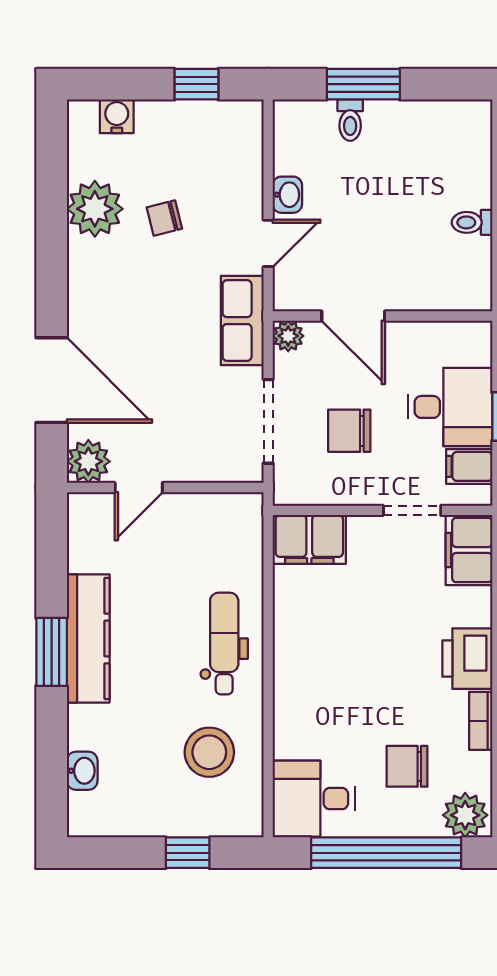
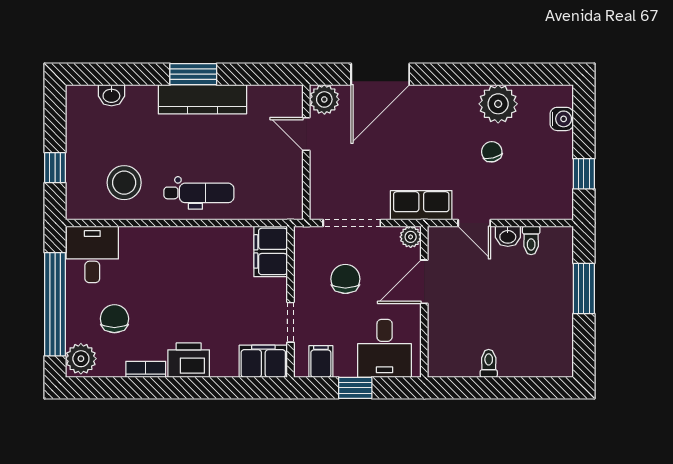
toilet: (350, 120) -> (531, 240), moved, turned -90
desk: (450, 407) -> (385, 348), moved

